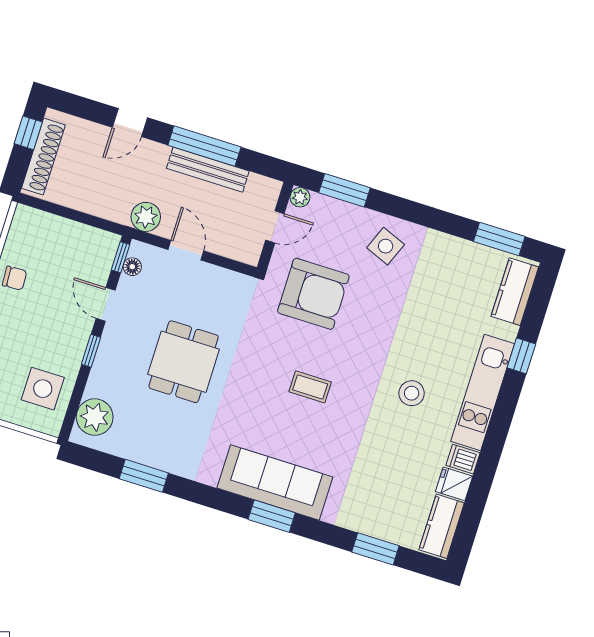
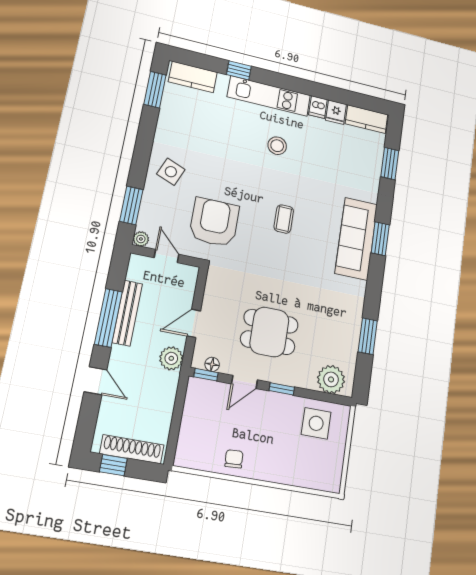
dining table: (184, 362) -> (269, 332), moved

